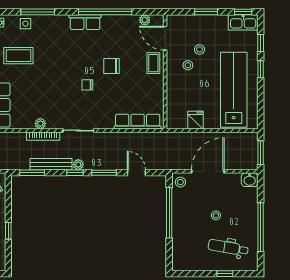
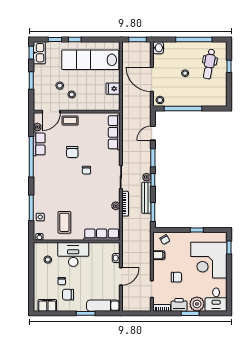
row of seats: (85, 22) -> (39, 144), moved

